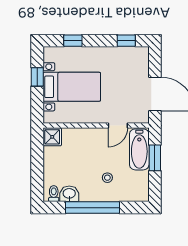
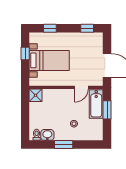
window: (93, 208) -> (64, 145), width x0.47

